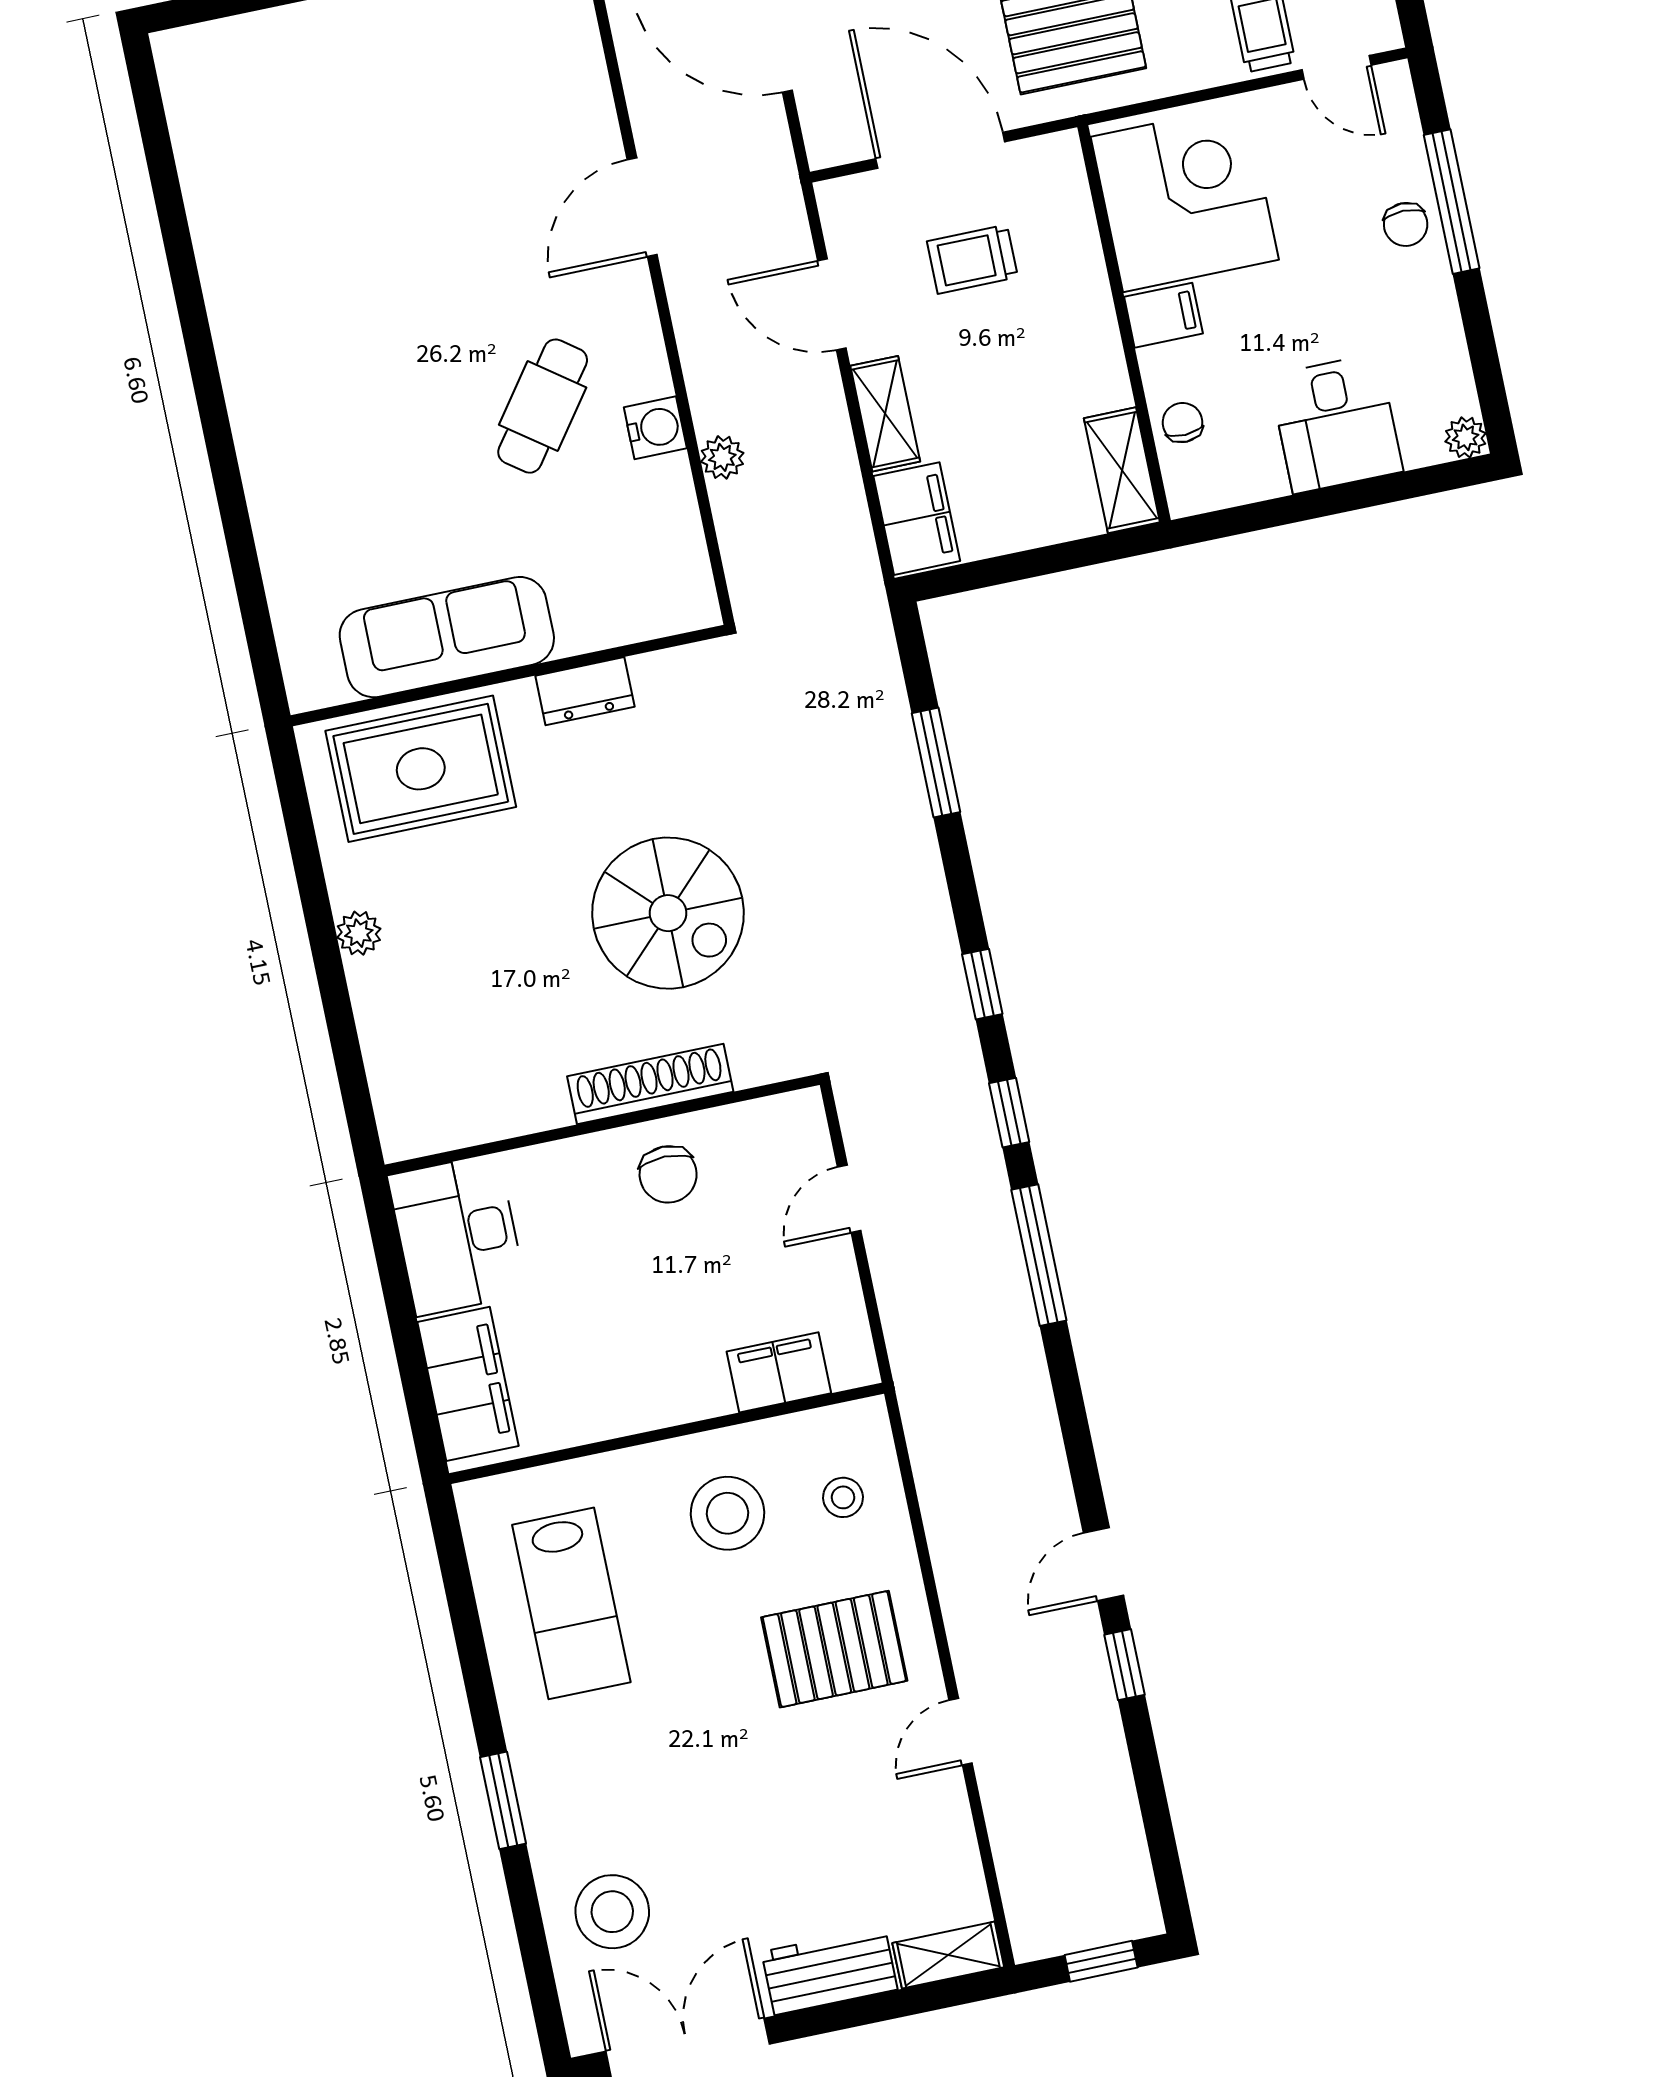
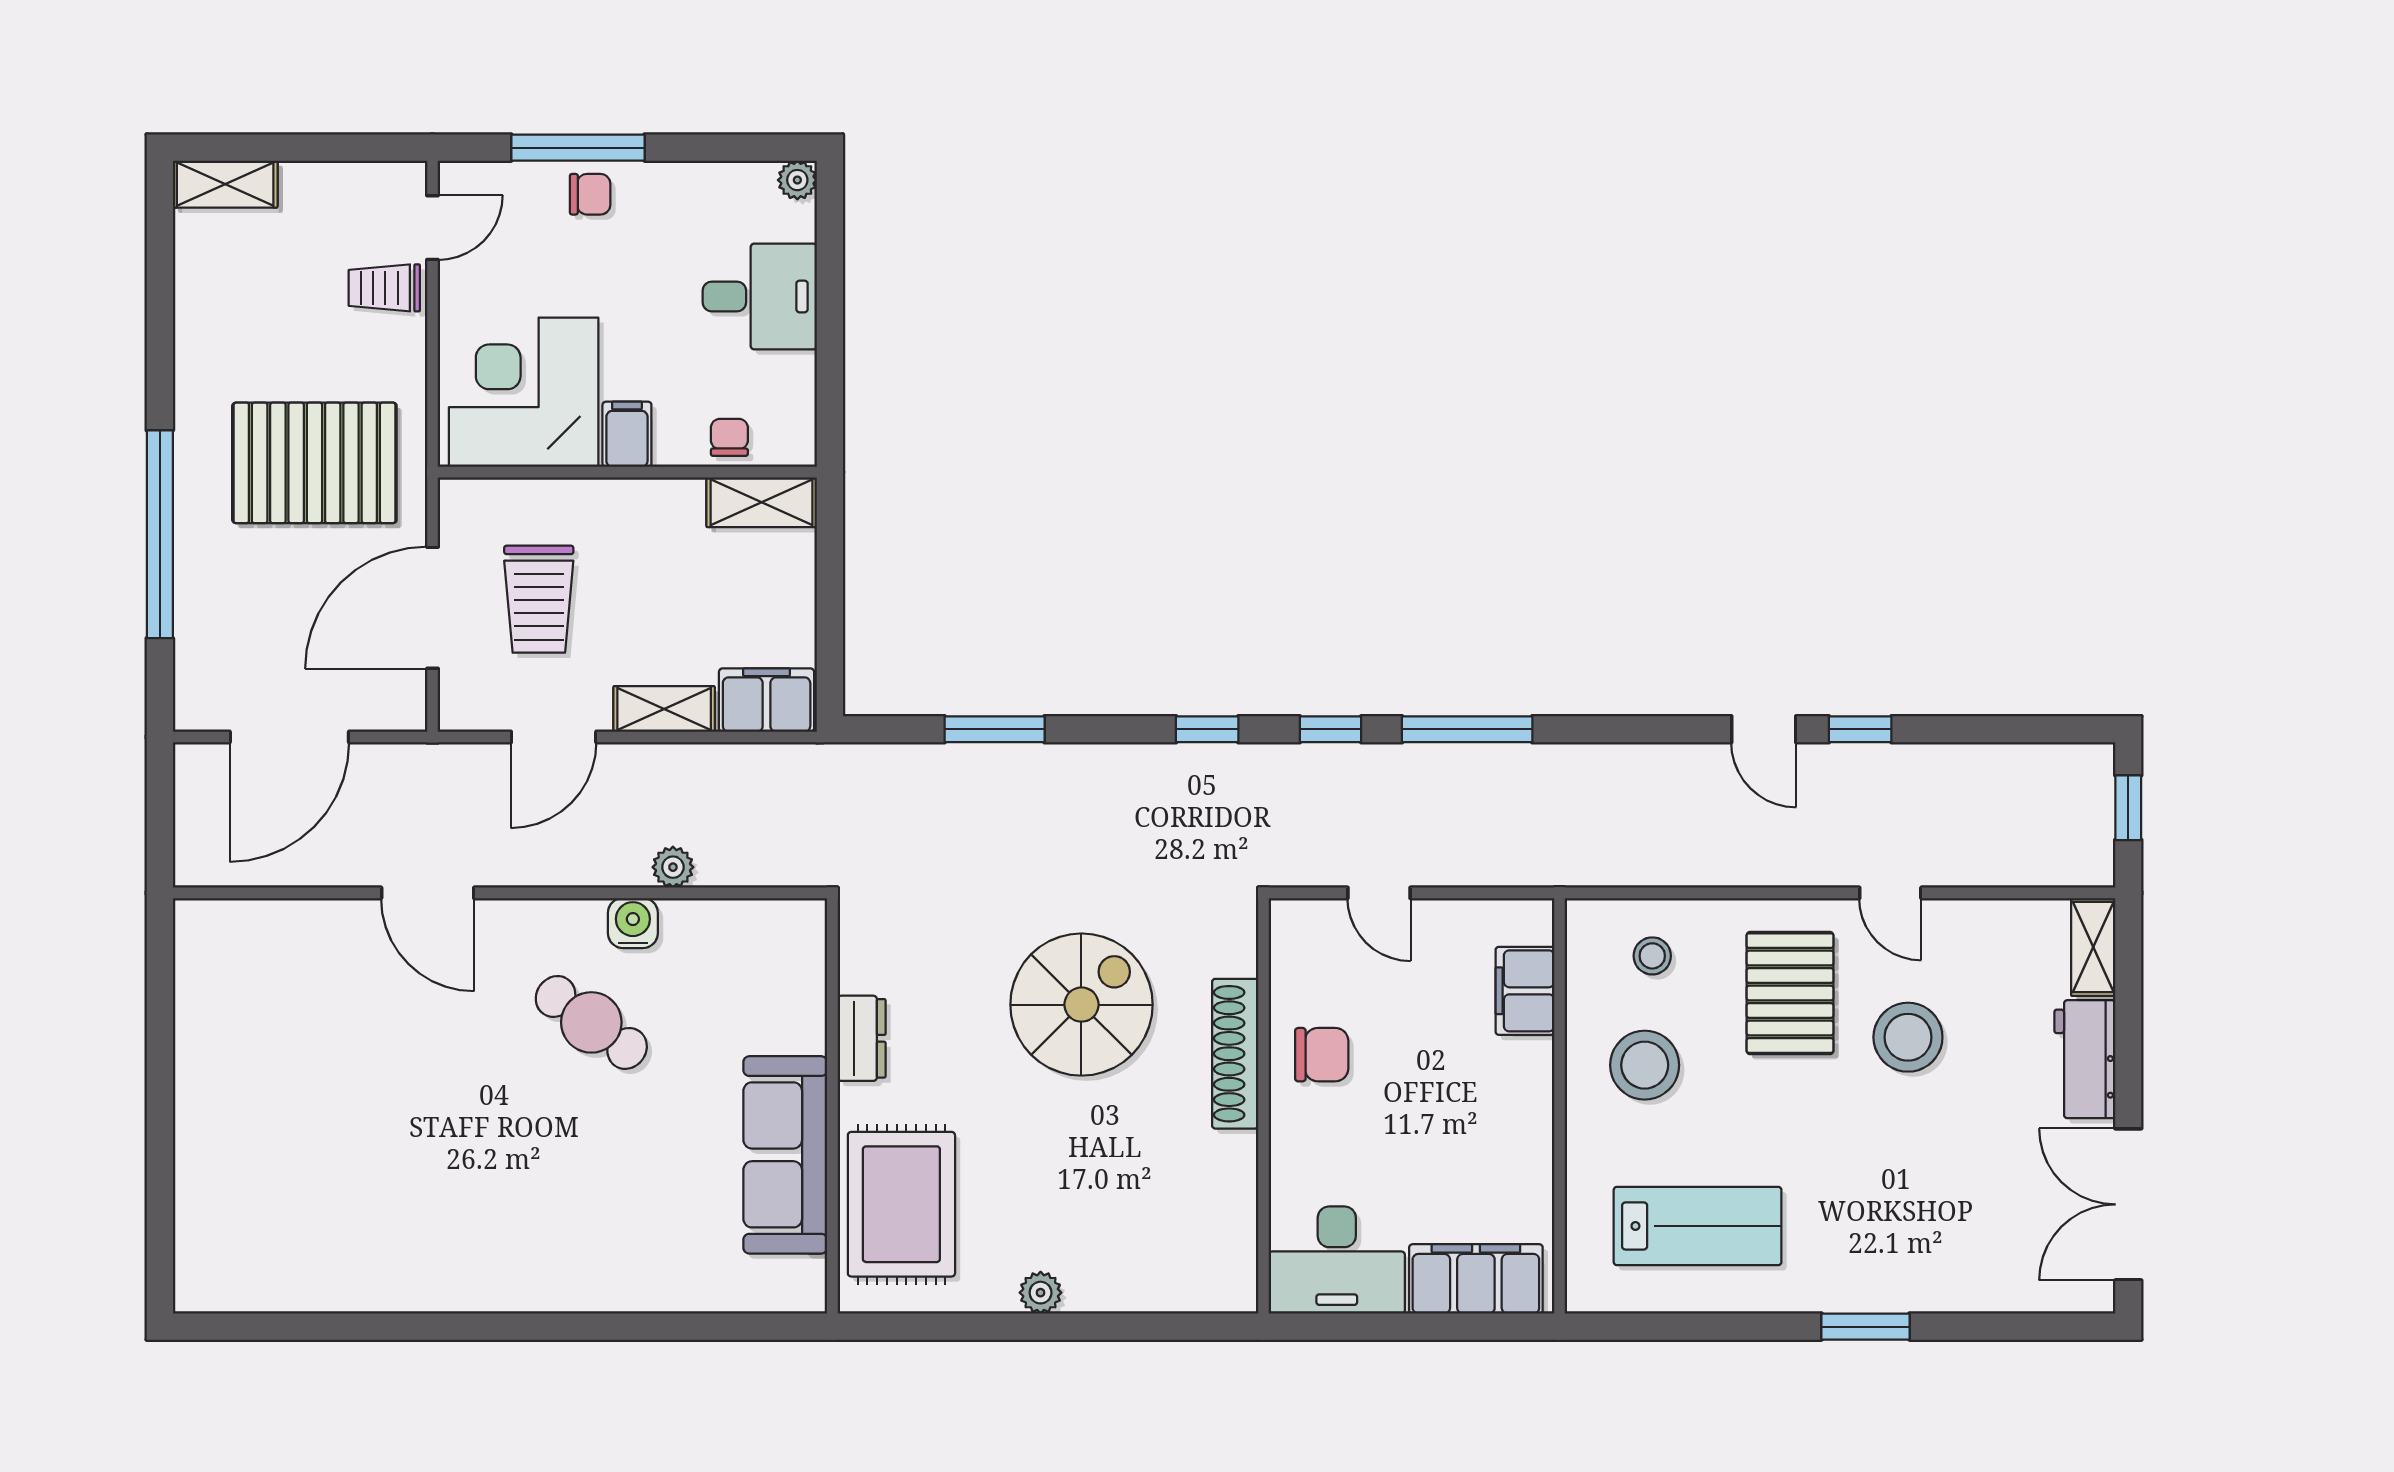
trolley: (972, 259) -> (539, 599), width x1.36, depth x1.39
chair: (1183, 423) -> (729, 437), turned 92
stool: (612, 1912) -> (1908, 1037), moved

